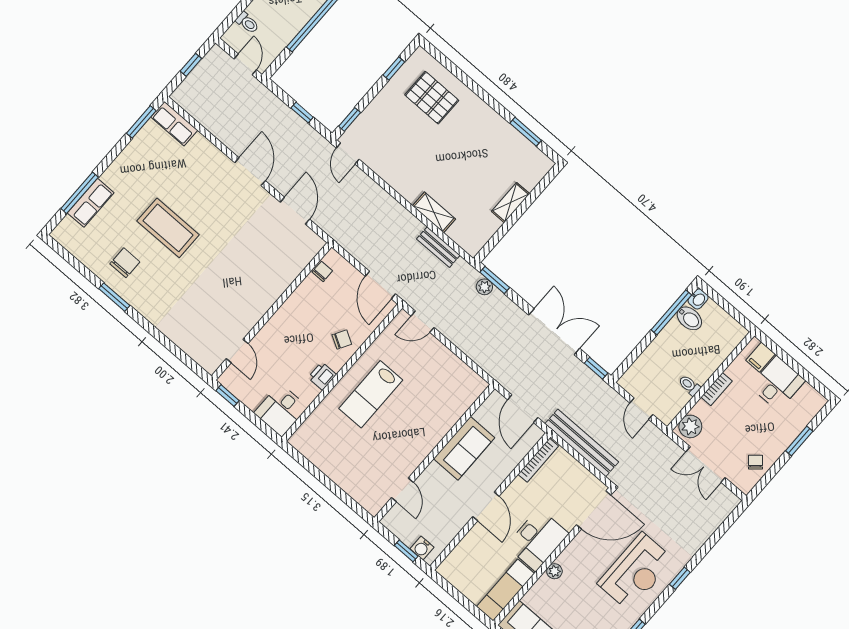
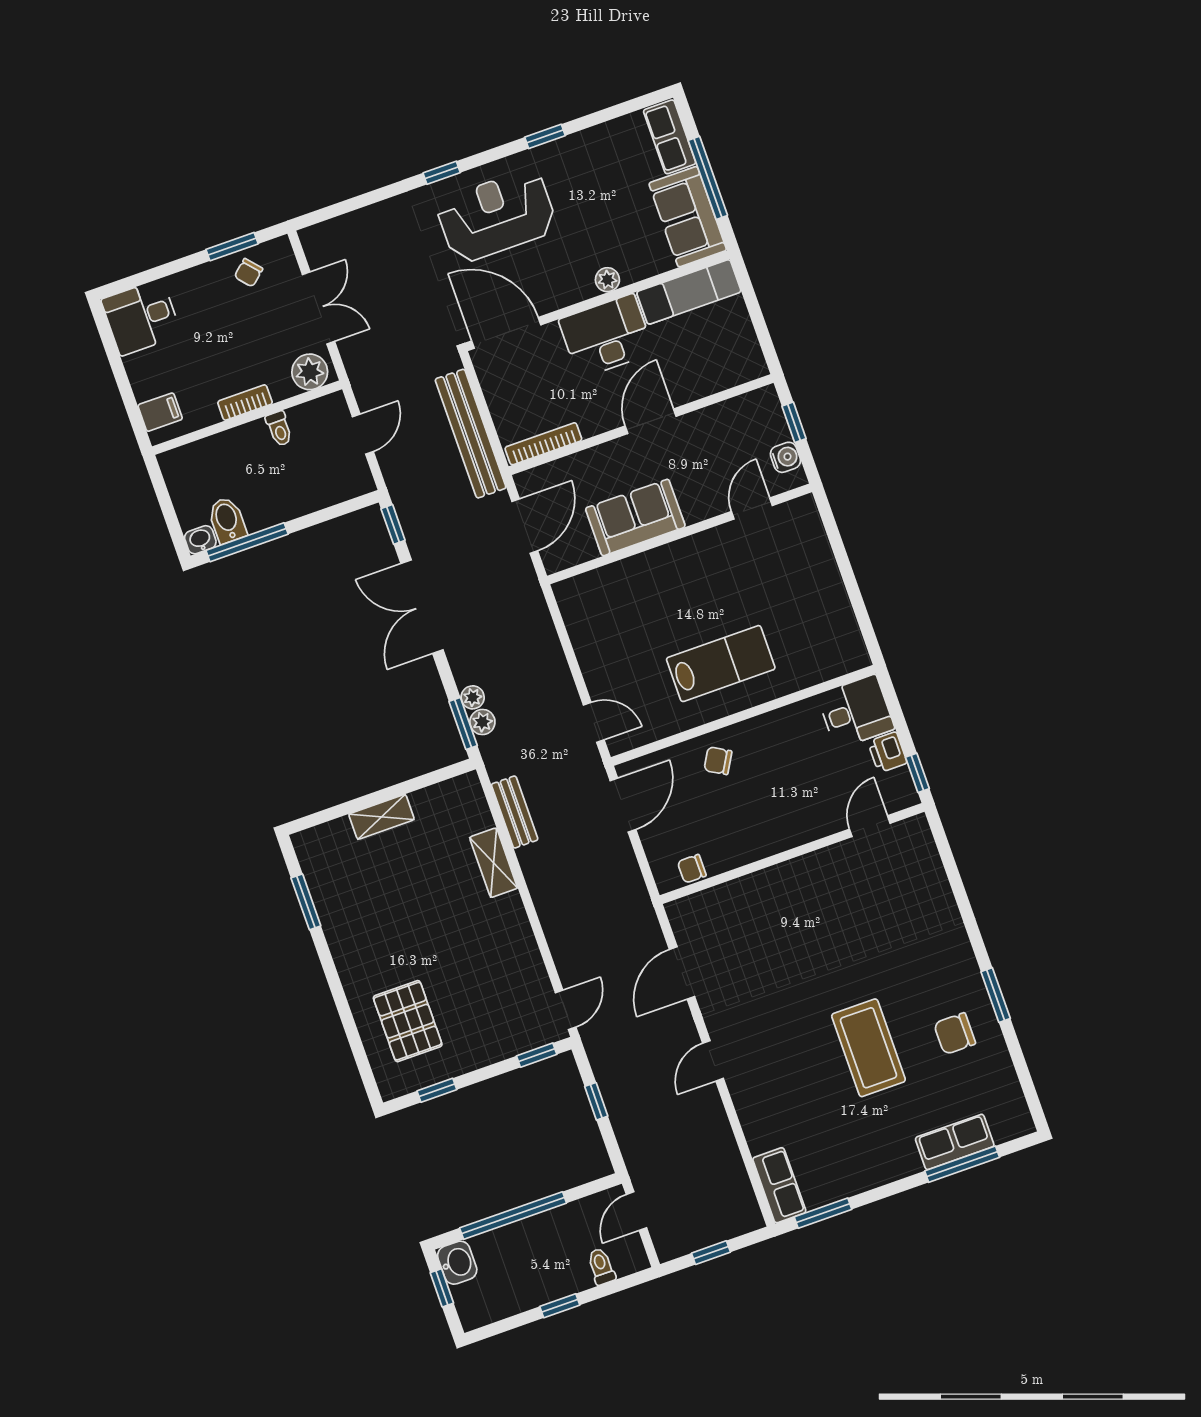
door: (250, 172) -> (713, 1061), width x0.73
plant: (498, 297) -> (473, 697), added
printer: (322, 376) -> (887, 752), moved, turned 90
desk: (777, 383) -> (141, 317), moved
window: (799, 441) -> (232, 247), moved
water cooler: (422, 548) -> (785, 457), moved

